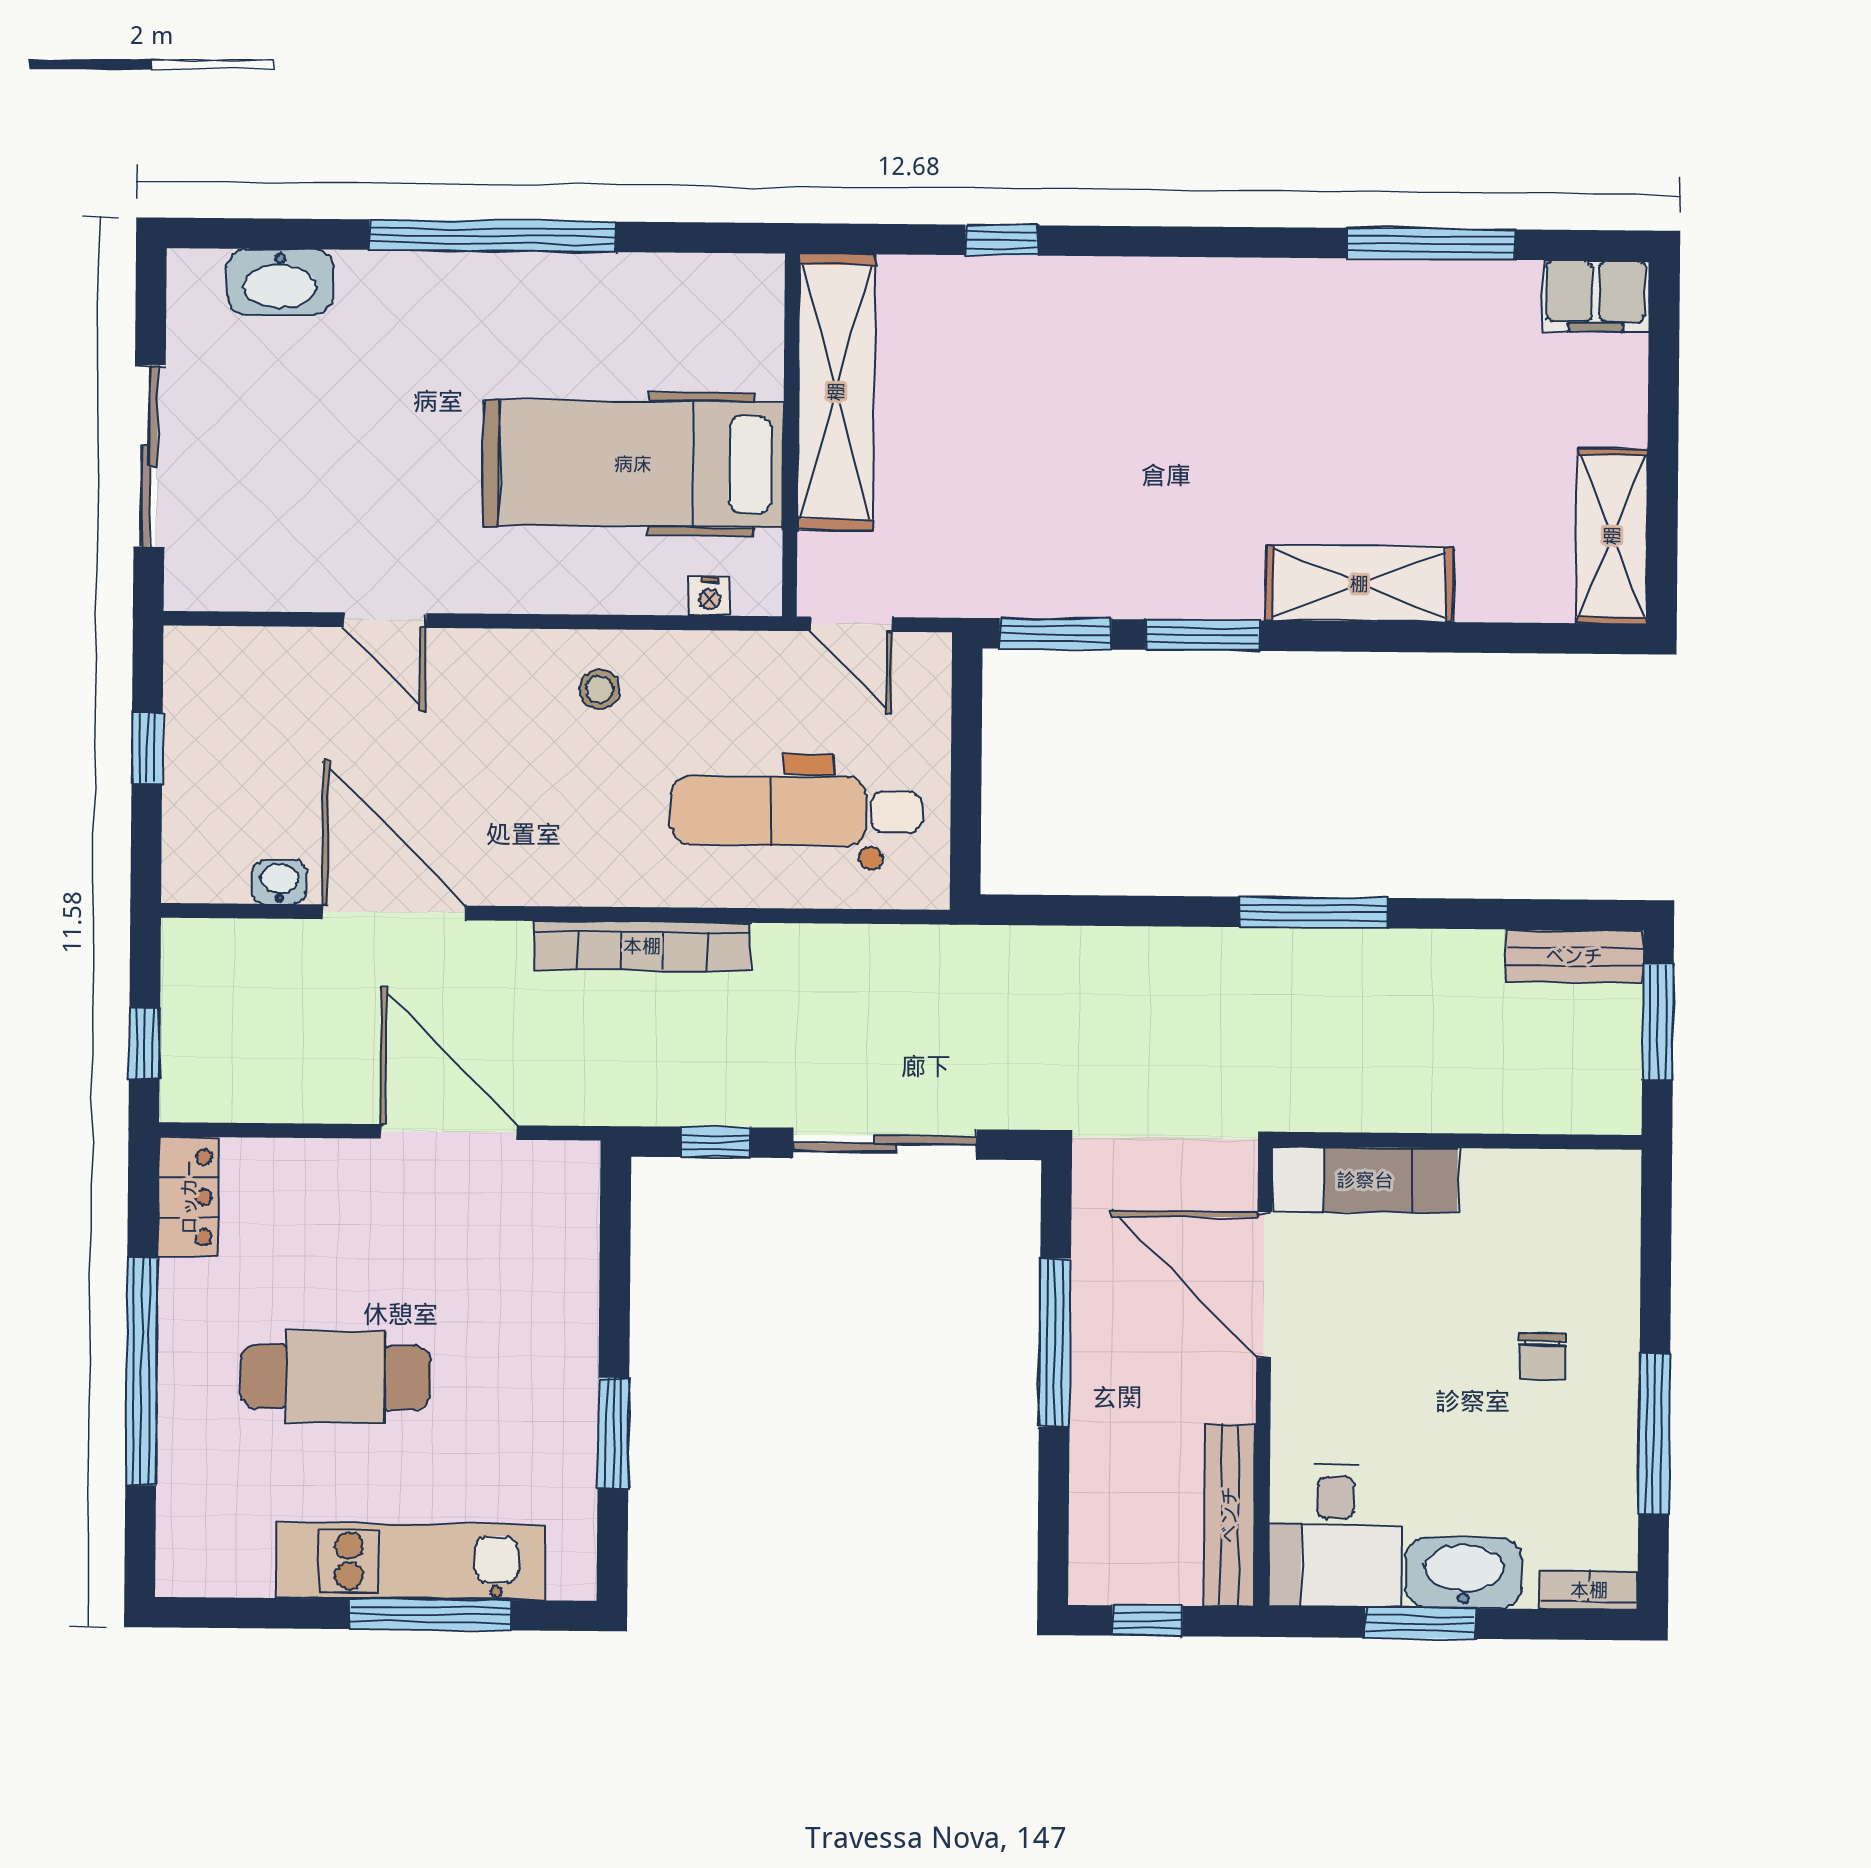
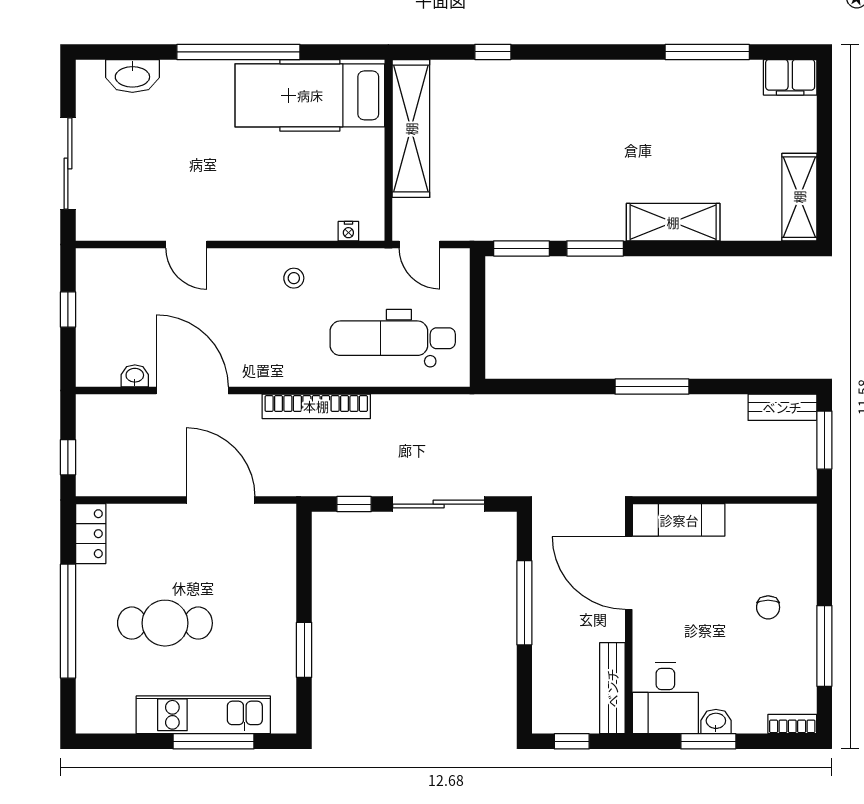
hospital bed: (633, 464) -> (310, 95), moved
washbasin: (1464, 1573) -> (716, 722), width x0.52, depth x0.69

